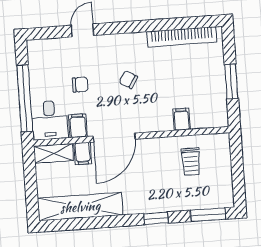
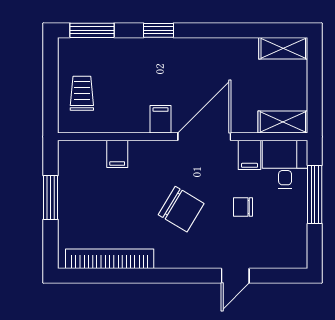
chair: (128, 80) -> (181, 209), width x1.87, depth x1.87
window: (25, 98) -> (315, 195), width x0.68
filing cabinet: (83, 153) -> (161, 119), moved
trolley: (191, 162) -> (82, 93), moved
shelving: (80, 207) -> (283, 48), width x0.45, depth x0.75

